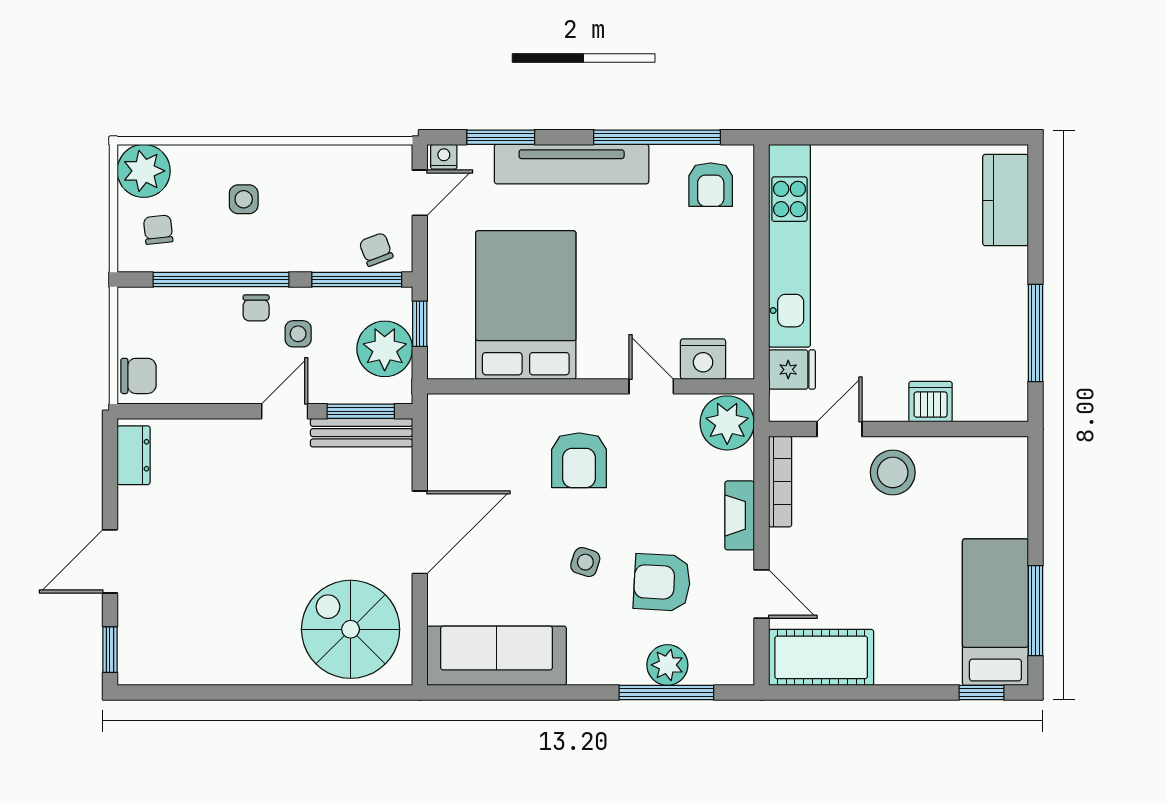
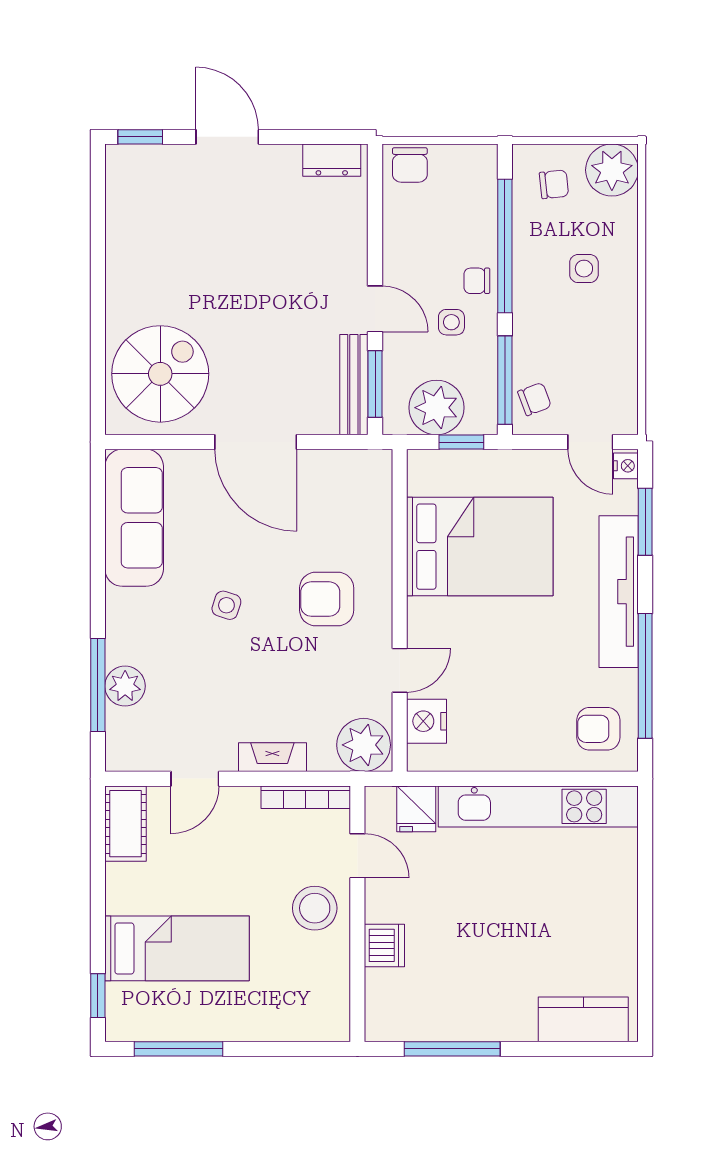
armchair: (662, 582) -> (206, 681), removed
bed: (995, 612) -> (177, 948), moved
cot: (821, 657) -> (126, 824), width x0.73, depth x0.75

